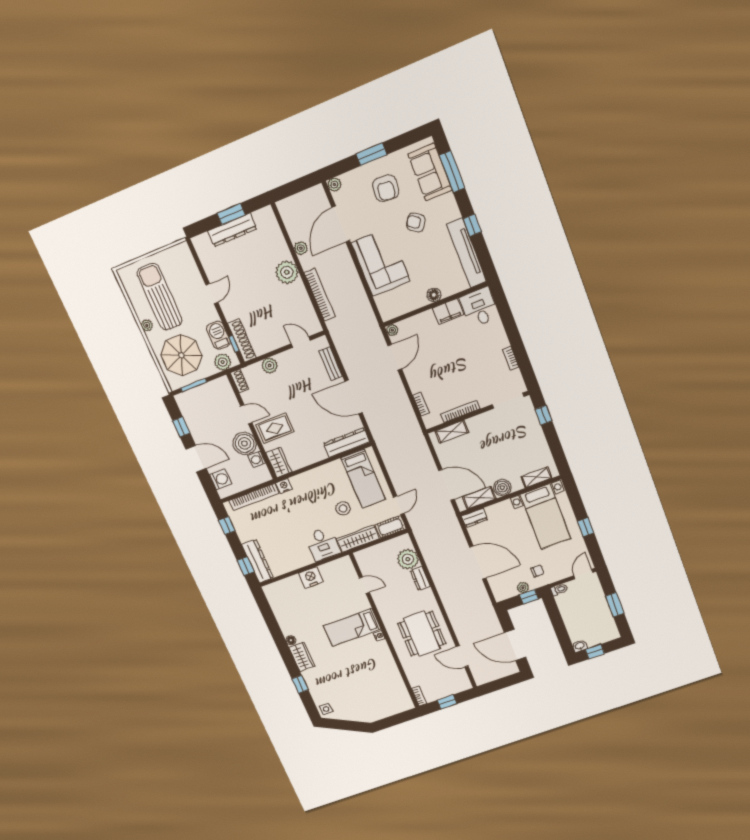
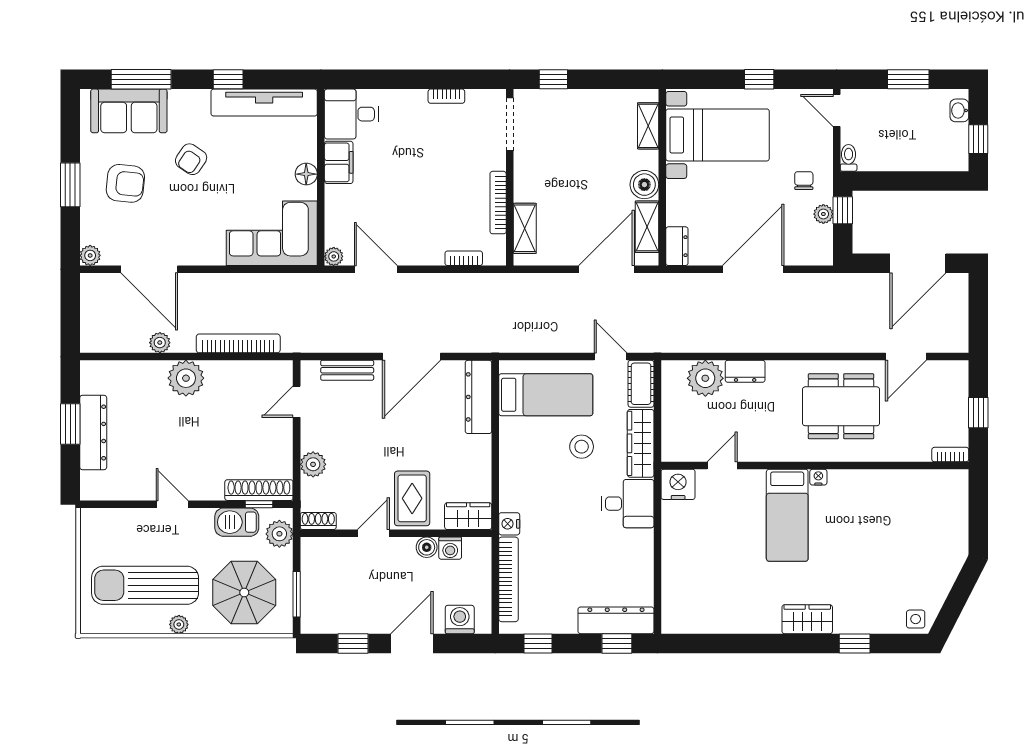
corner sofa: (381, 262) -> (272, 233), moved
boiler: (245, 443) -> (427, 547), width x0.54, depth x0.54
nightstand: (311, 577) -> (678, 484), moved, turned 90
floor lamp: (291, 640) -> (771, 625), removed
washbasin: (580, 646) -> (959, 110), moved

